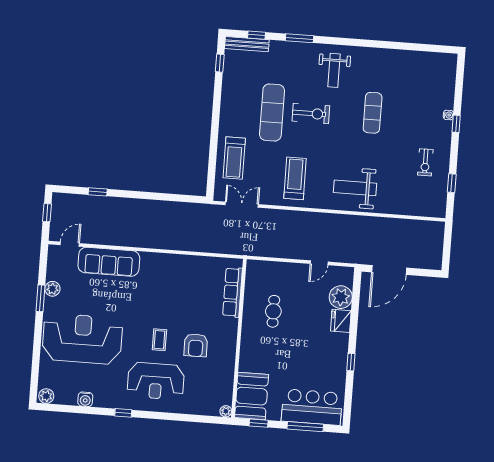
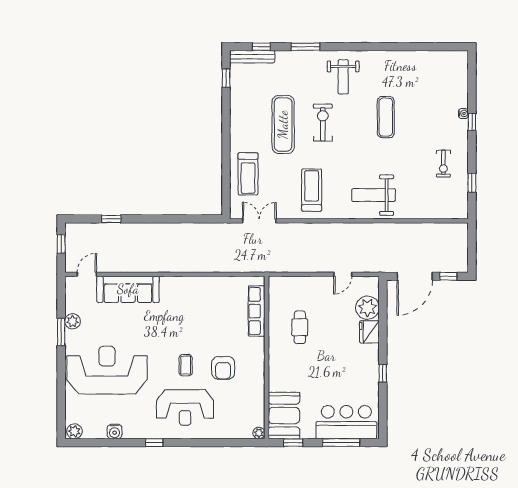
exercise bike: (311, 113) -> (323, 123), turned -90
window: (422, 272) -> (448, 276), added

